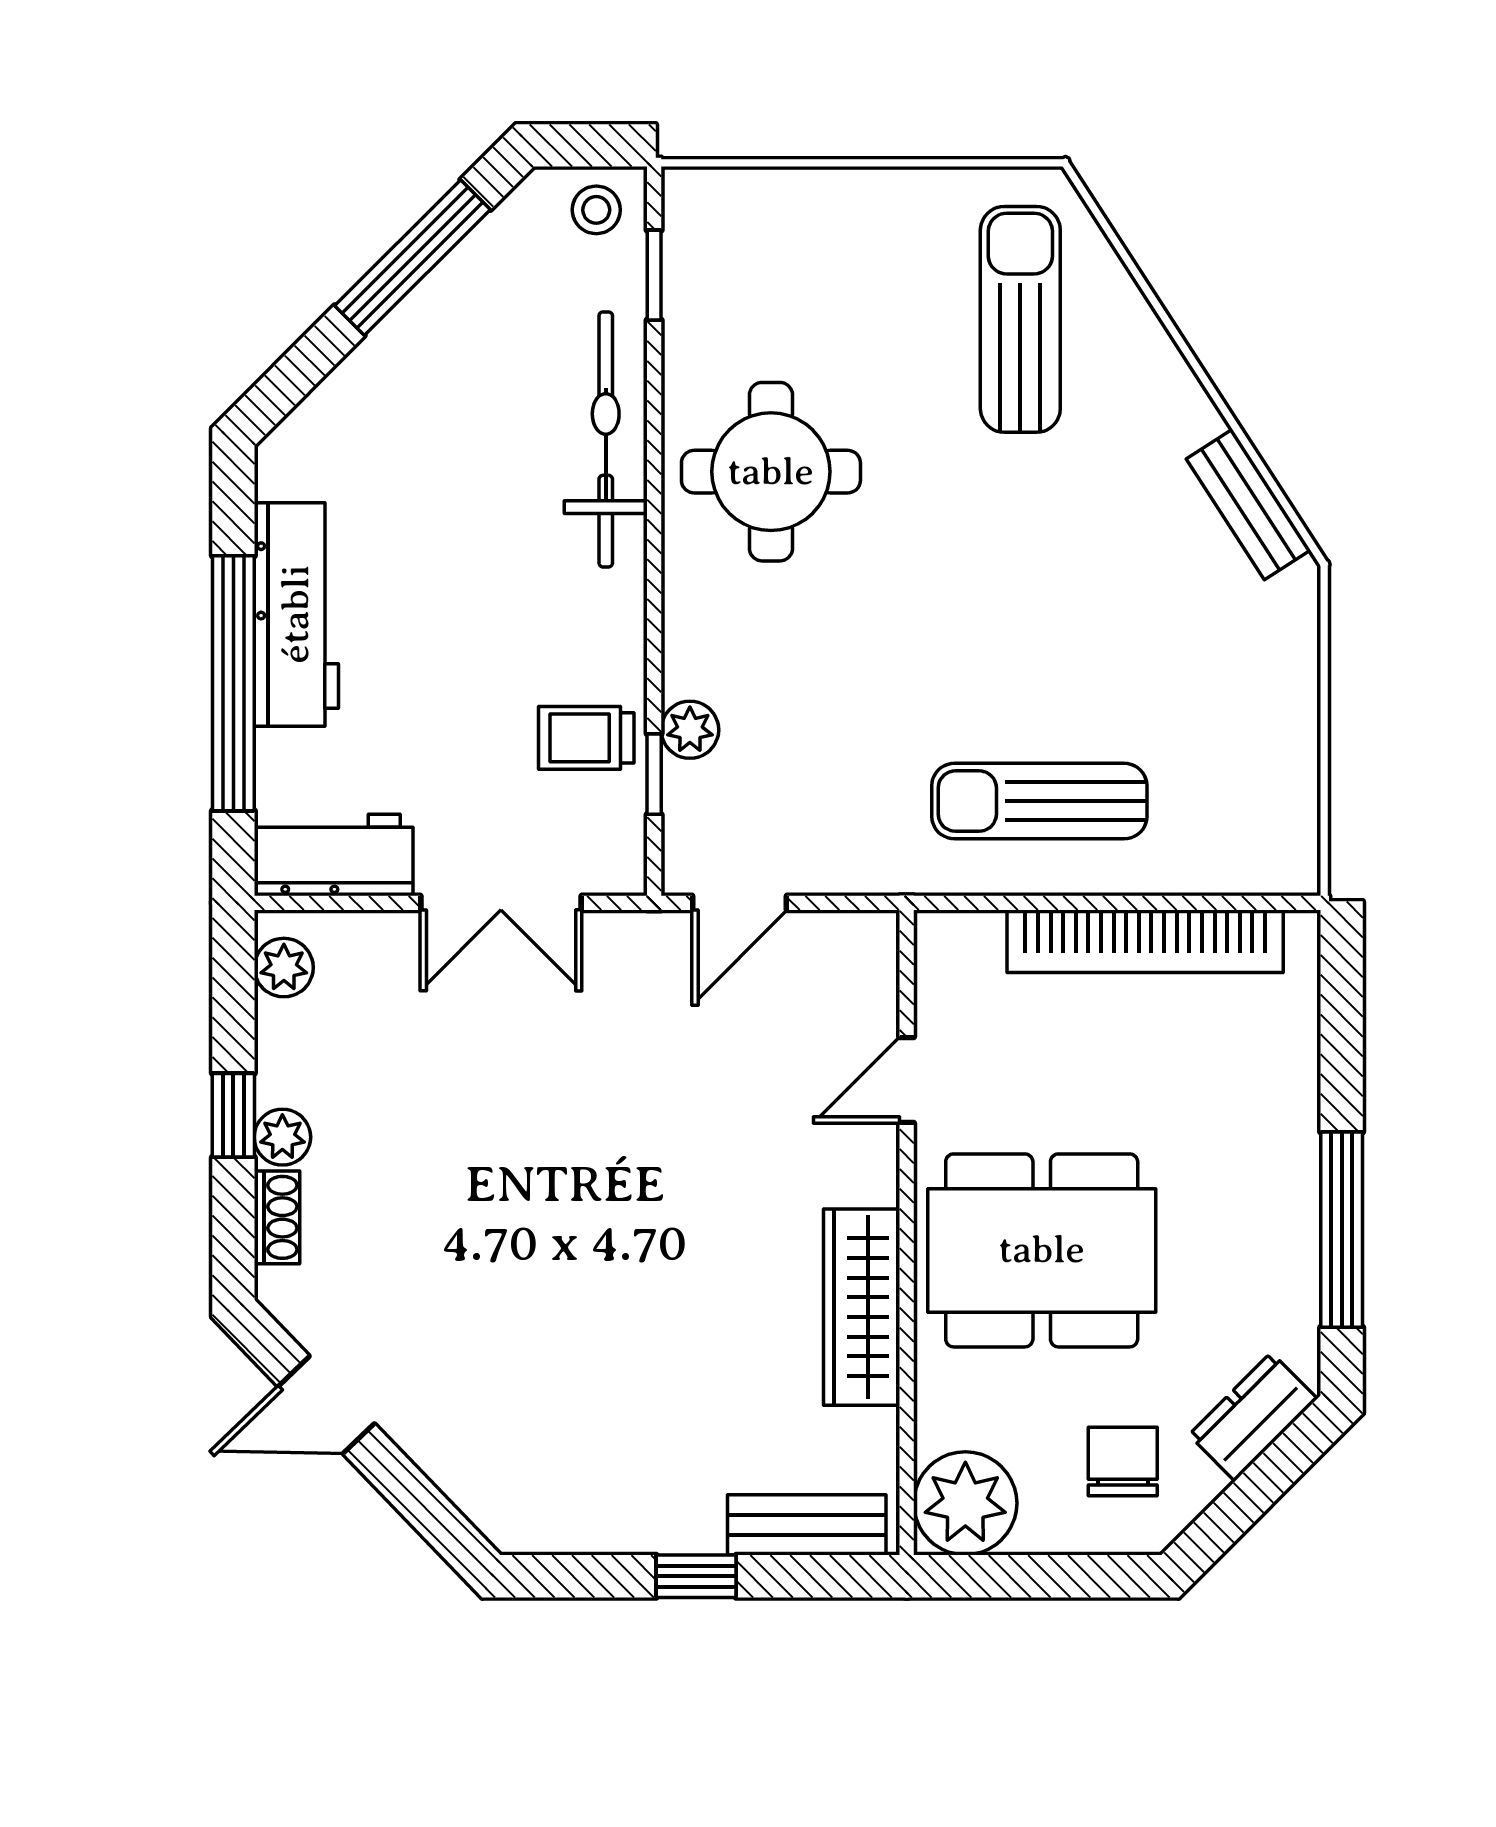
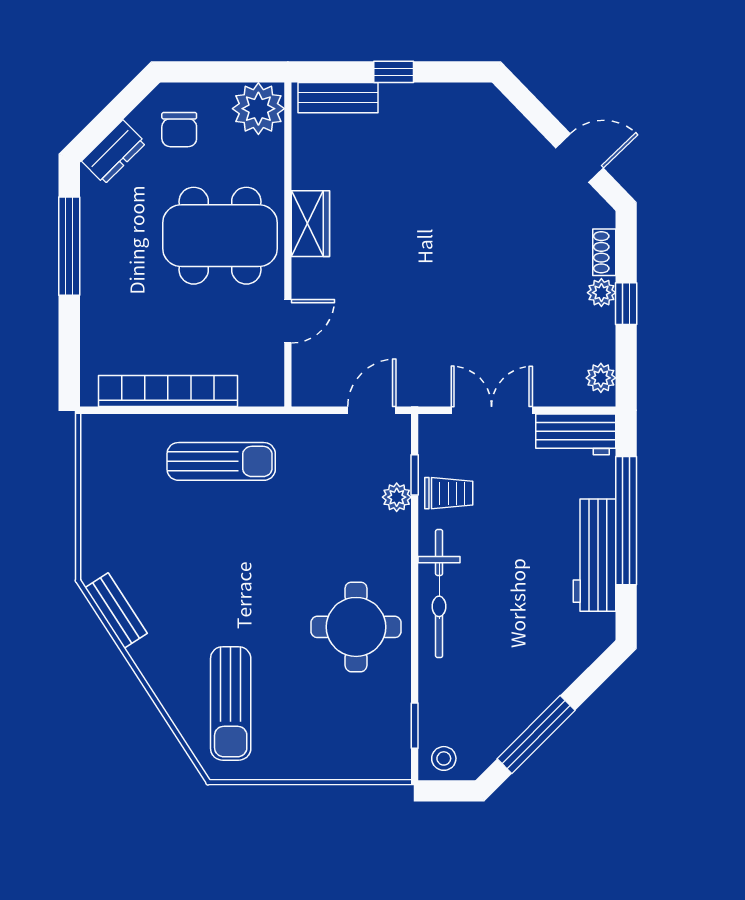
bicycle: (606, 439) -> (439, 594), moved
wardrobe: (862, 1307) -> (310, 224), width x0.67

